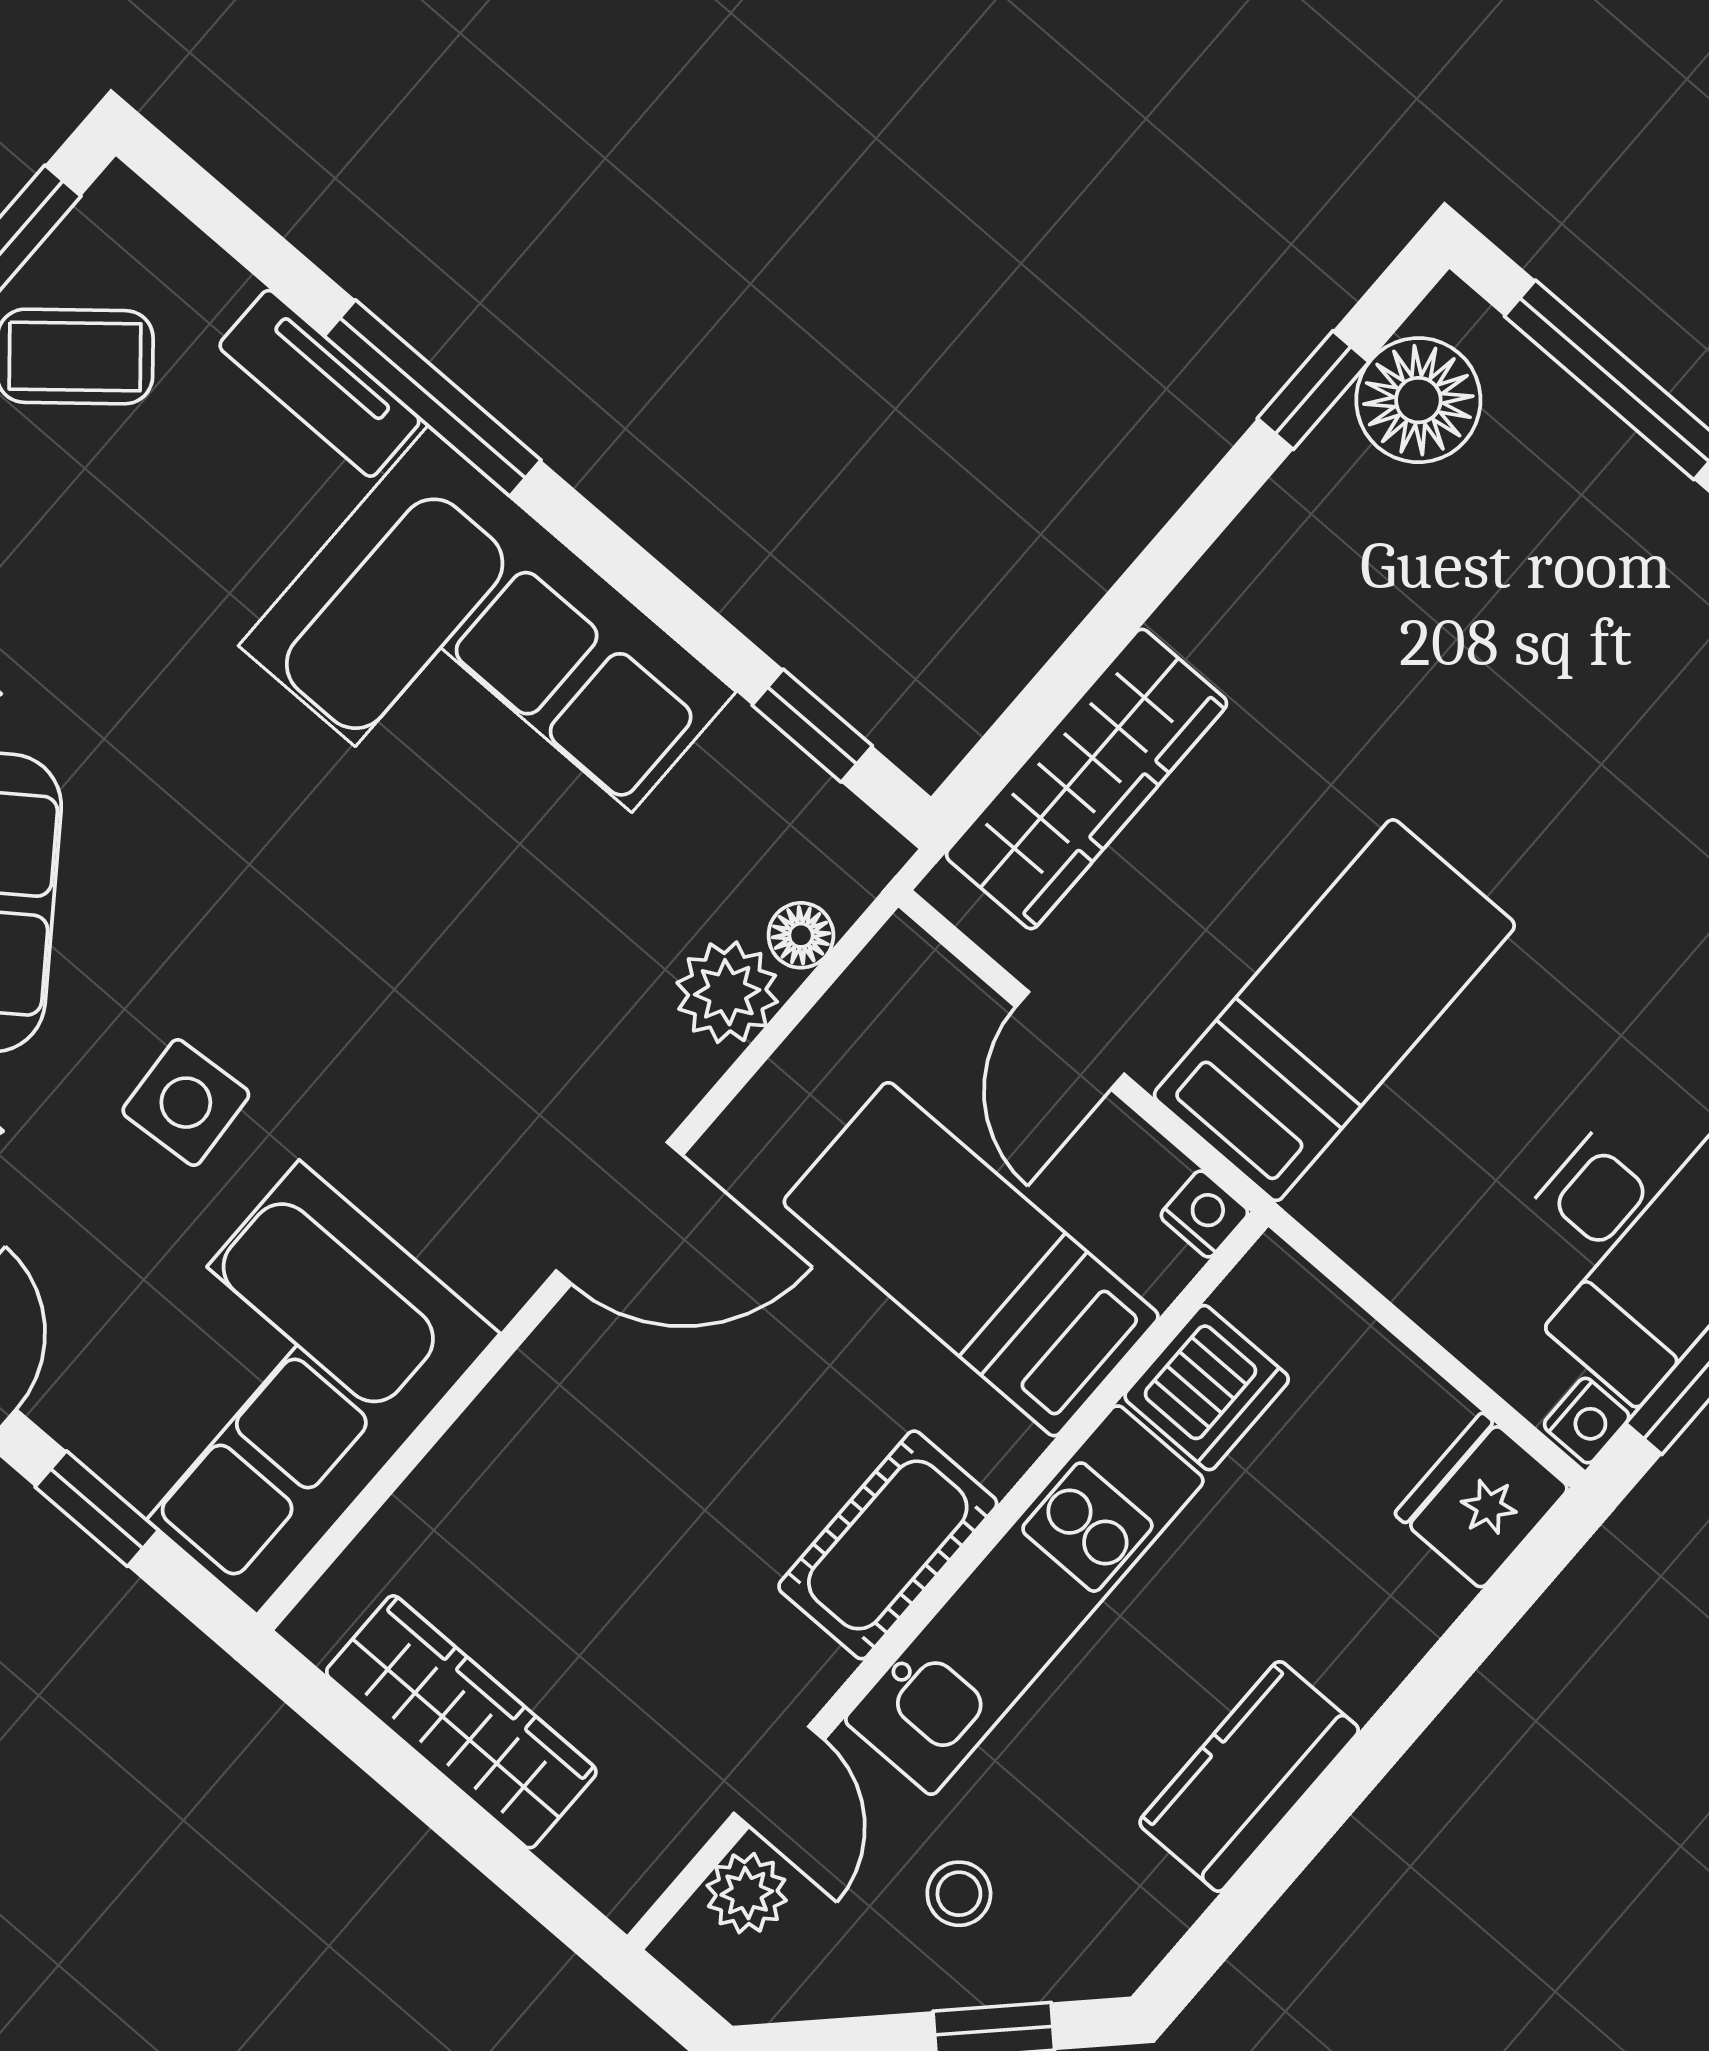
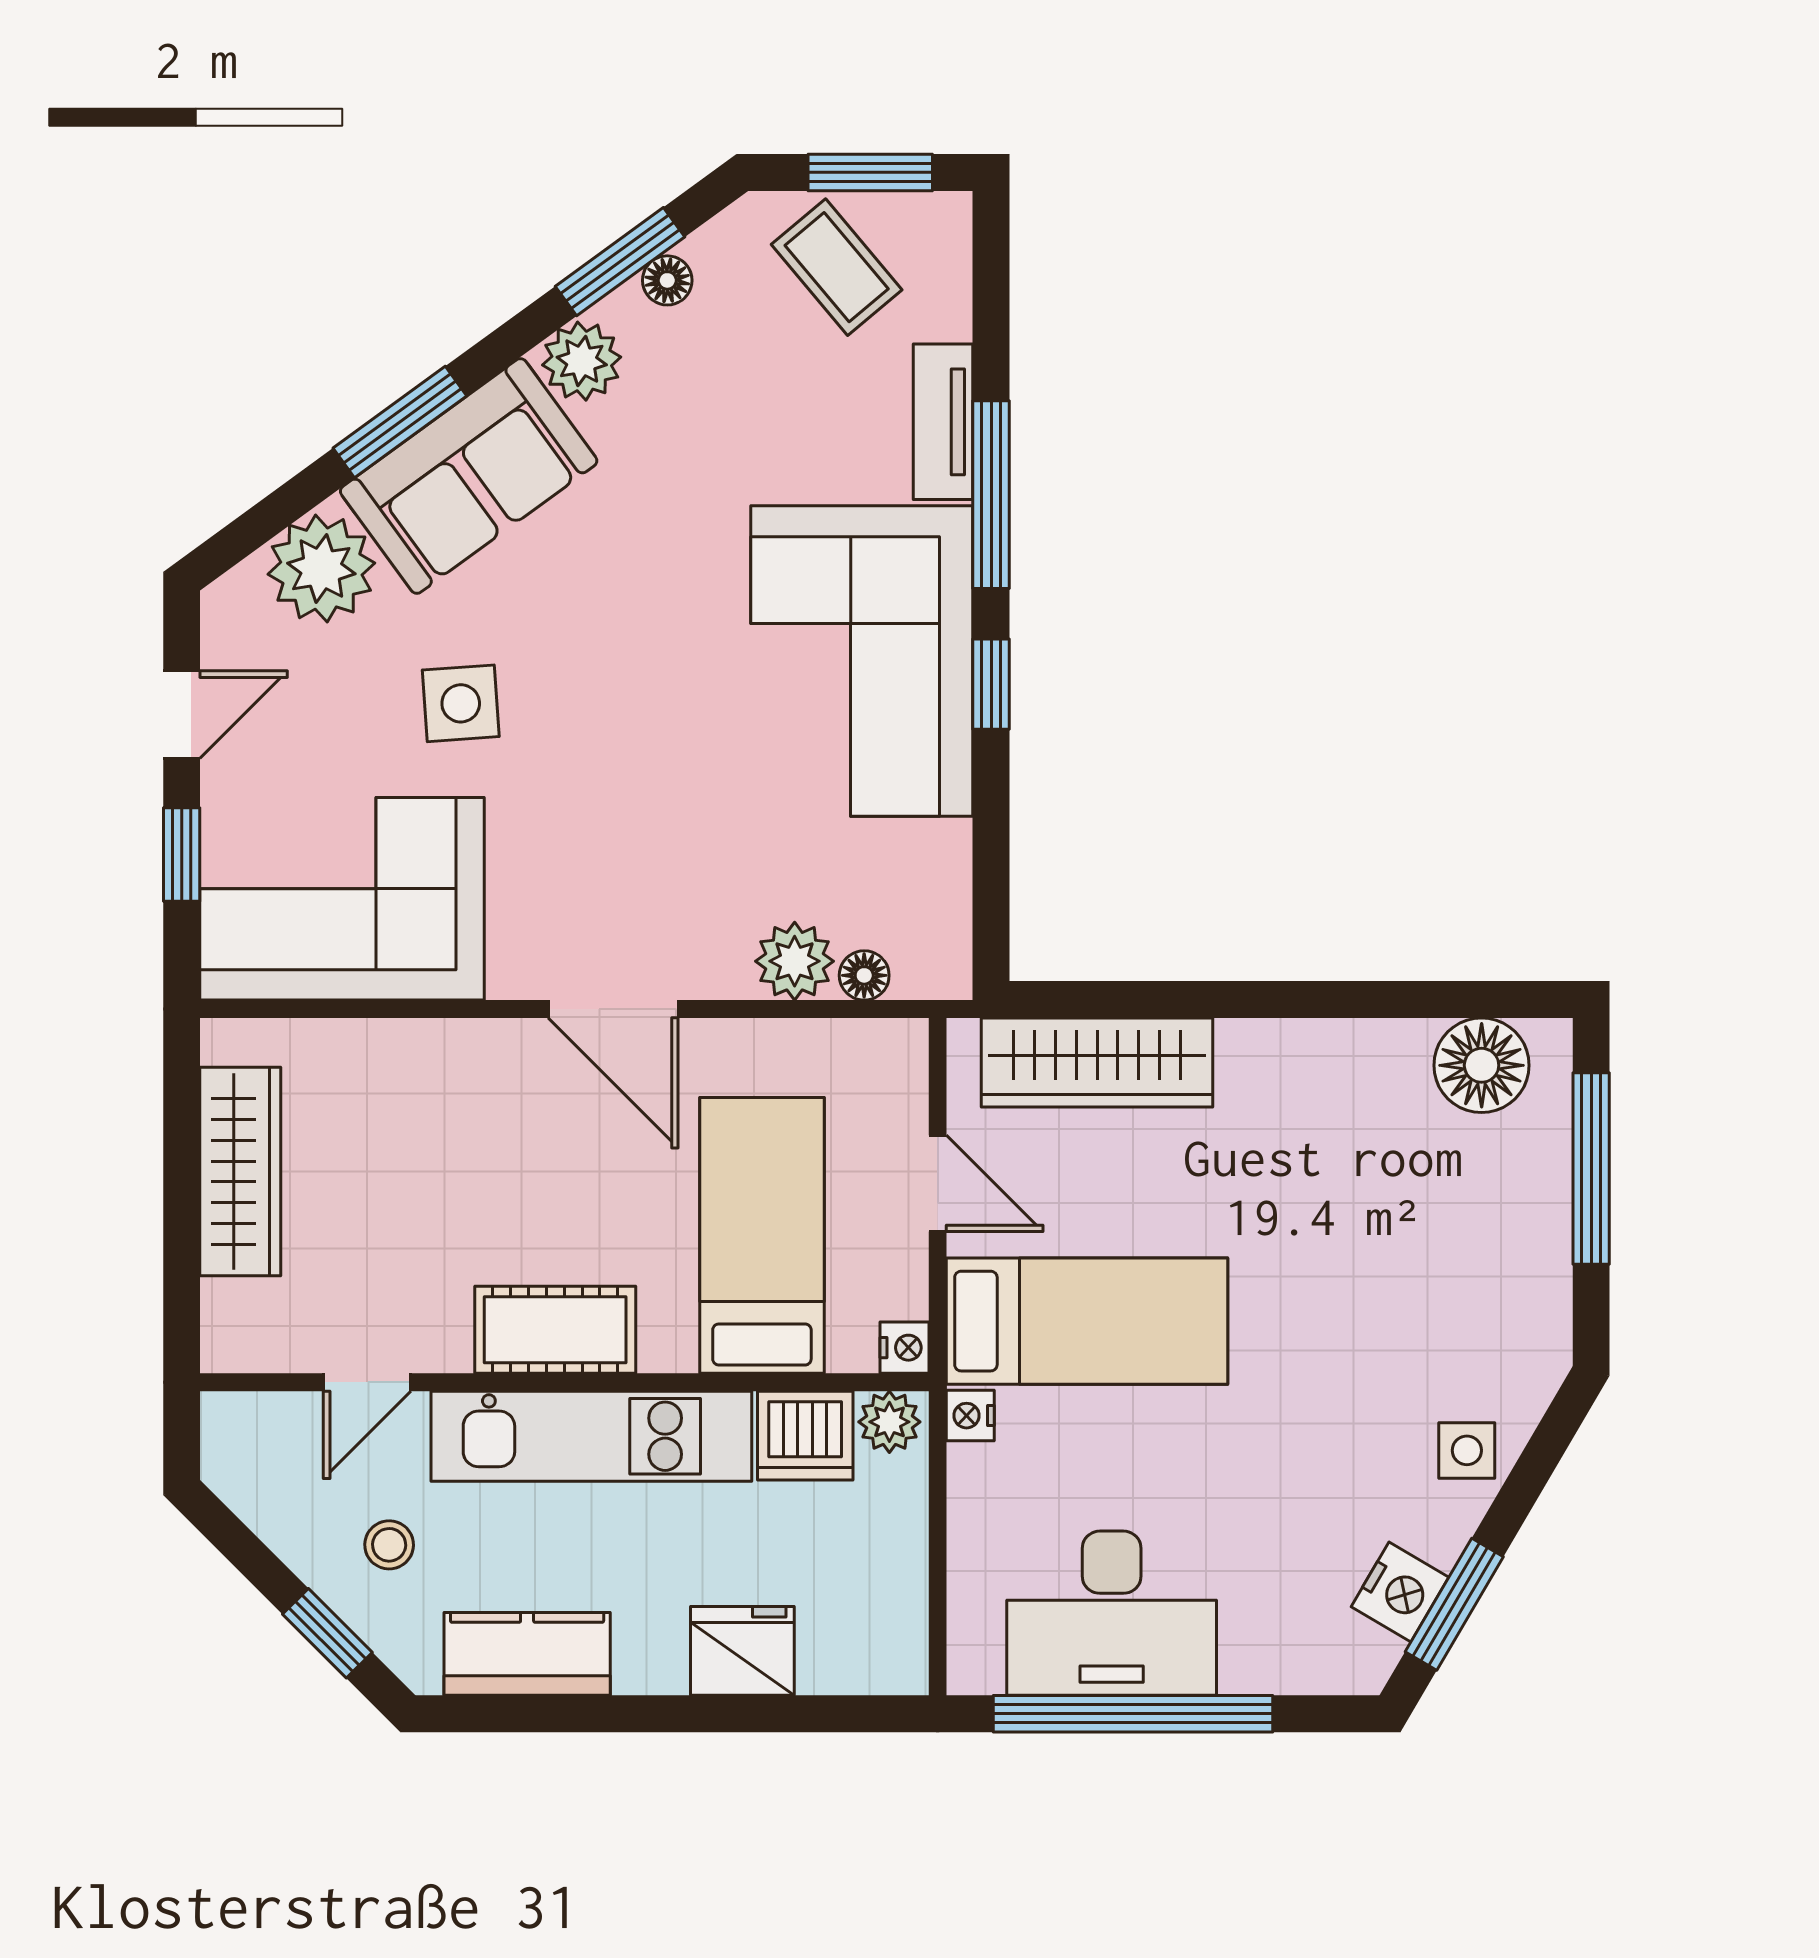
window: (1313, 390) -> (1435, 999), removed
window: (812, 726) -> (991, 684), moved
door: (1070, 1041) -> (938, 1183), swing flipped
nightstand: (1587, 1421) -> (970, 1416), moved, turned 90
fridge: (1482, 1501) -> (742, 1651), moved
kitchen counter: (1249, 1776) -> (527, 1654), moved
plant: (747, 1893) -> (889, 1422), moved

